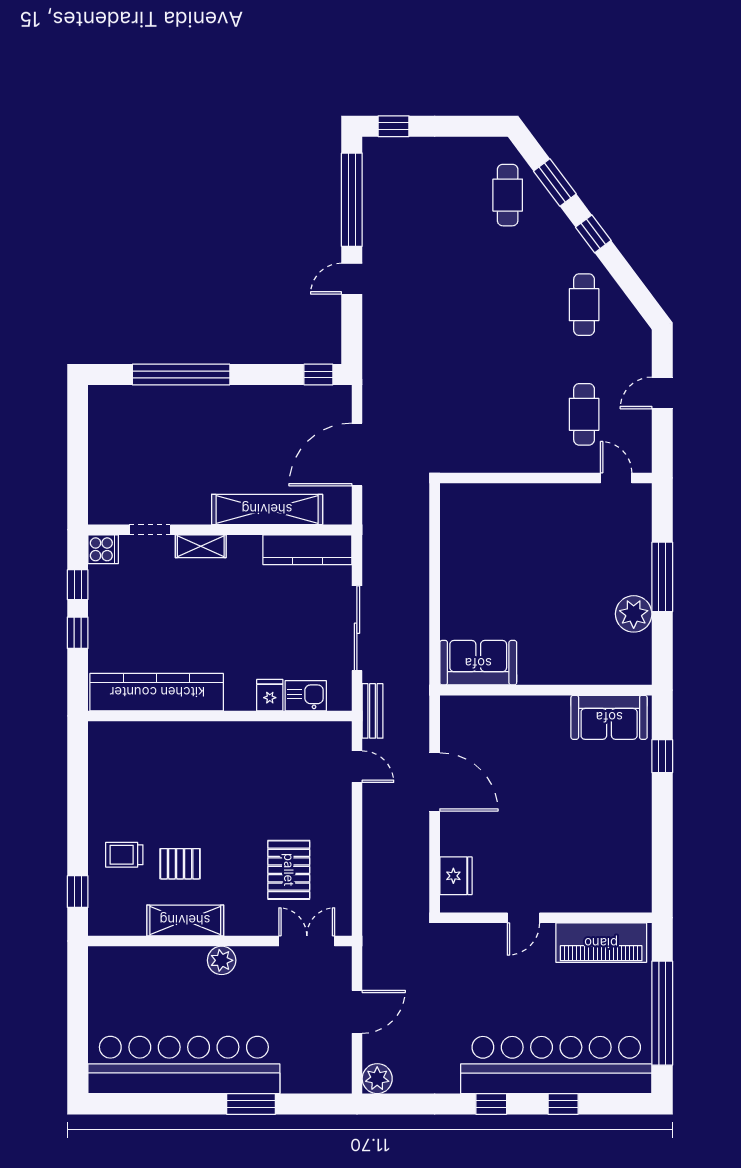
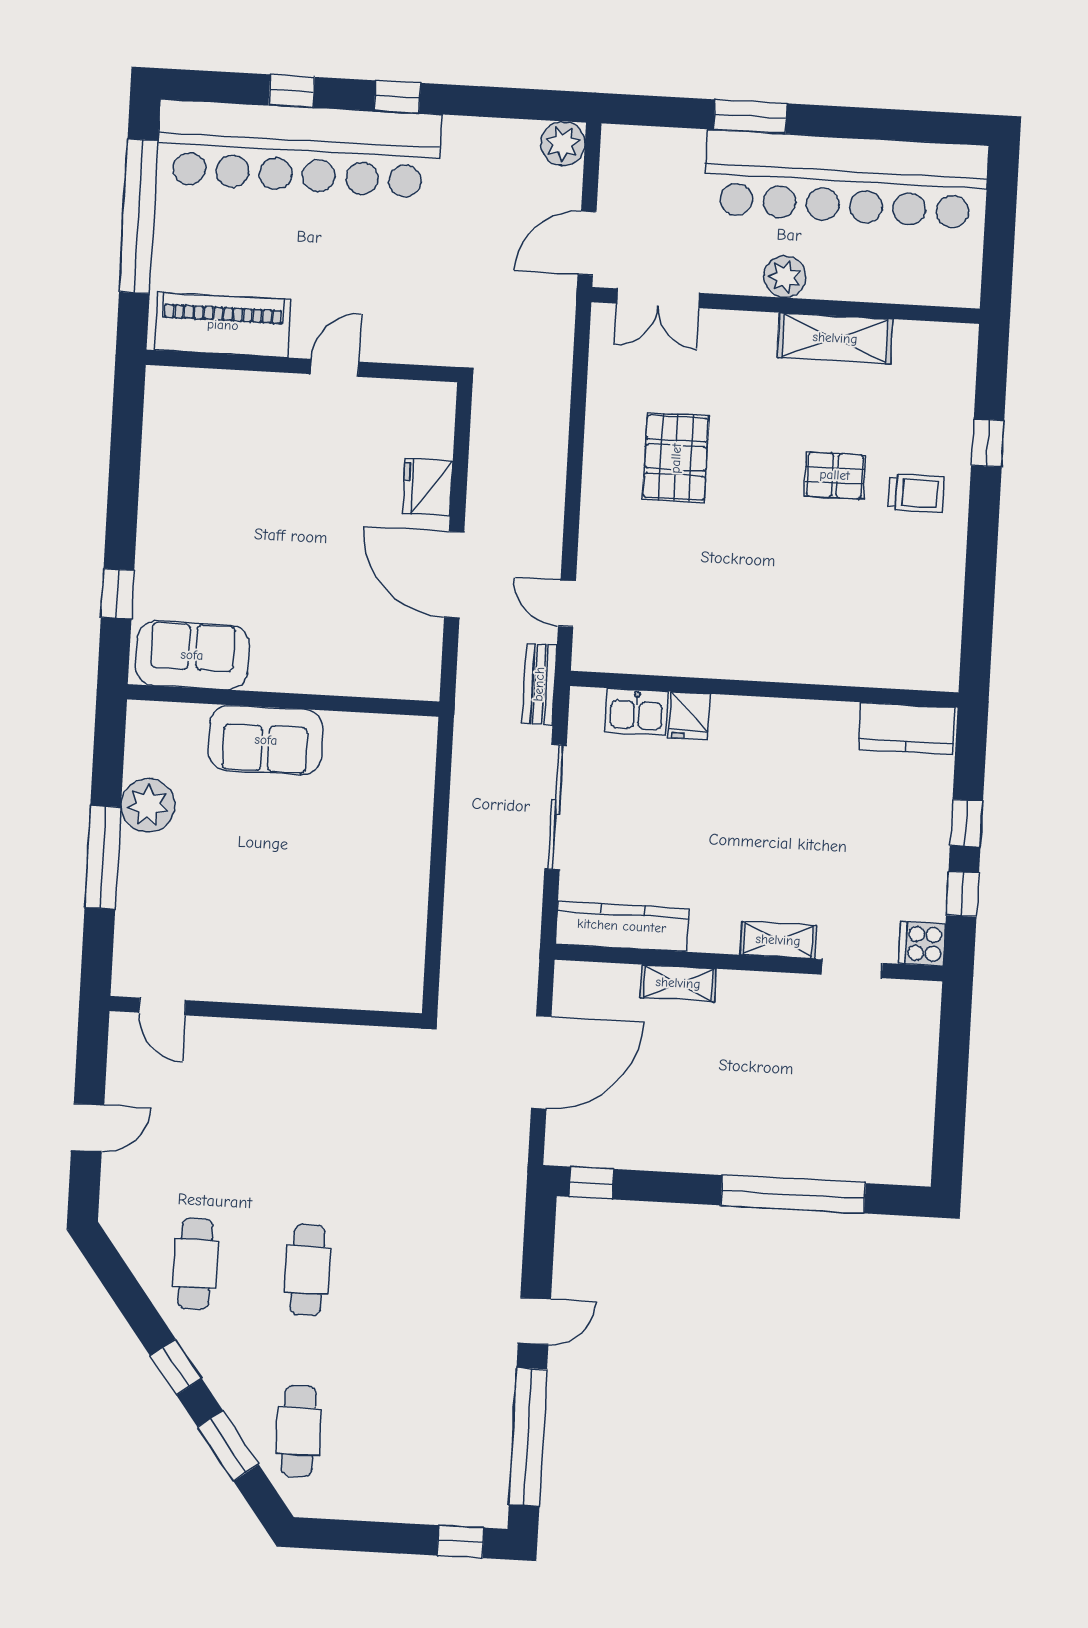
cafe table: (584, 414) -> (308, 1270), moved
shelving: (267, 509) -> (678, 983), width x0.45, depth x0.75
sofa: (478, 663) -> (266, 740), moved
kitchen counter: (157, 692) -> (907, 728), width x0.48, depth x0.86
fridge: (456, 876) -> (428, 487), moved
shelving: (185, 920) -> (835, 338), moved
wall: (220, 941) -> (786, 305), moved
double door: (307, 941) -> (658, 298), moved
plant: (222, 960) -> (785, 277), moved

